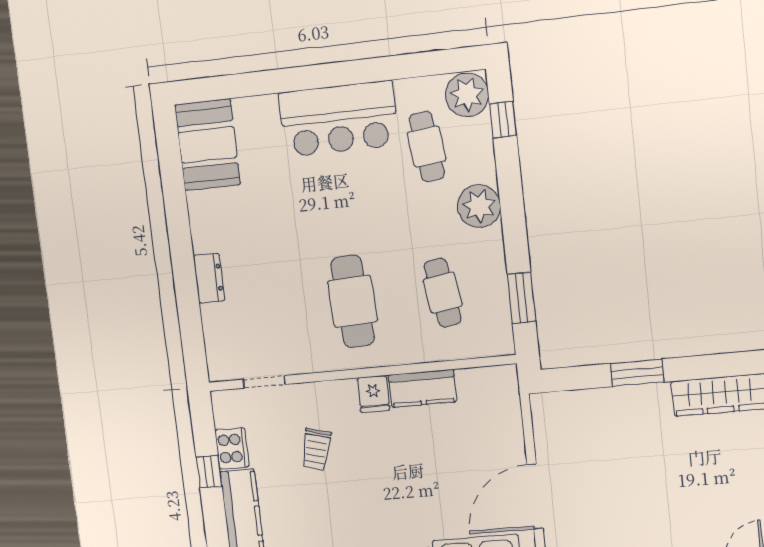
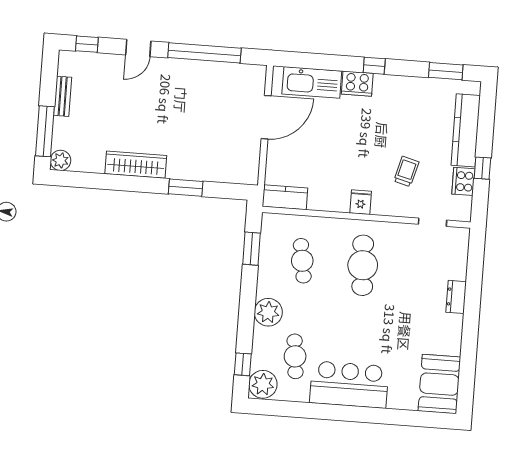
kitchen counter: (422, 388) -> (285, 197), moved

